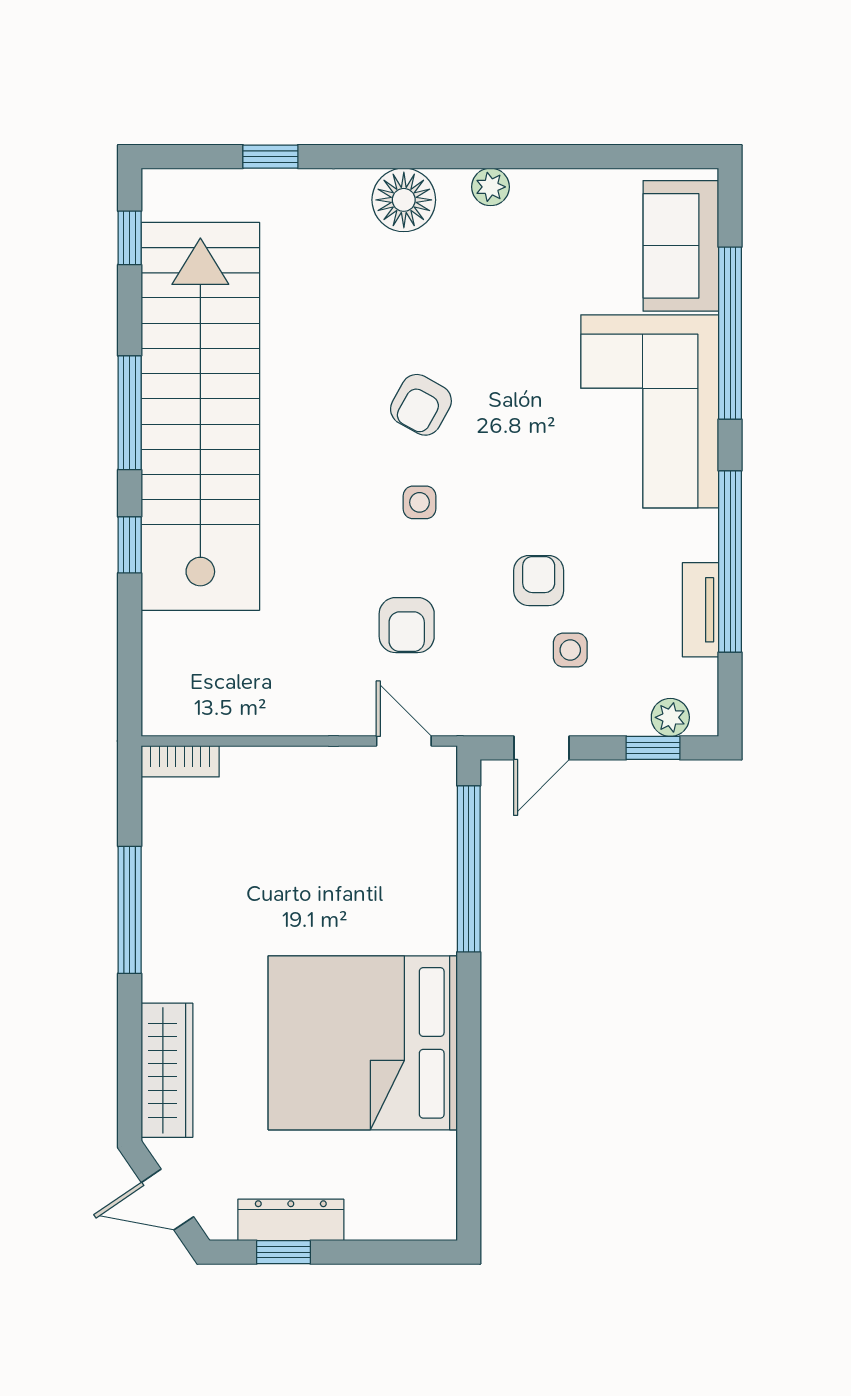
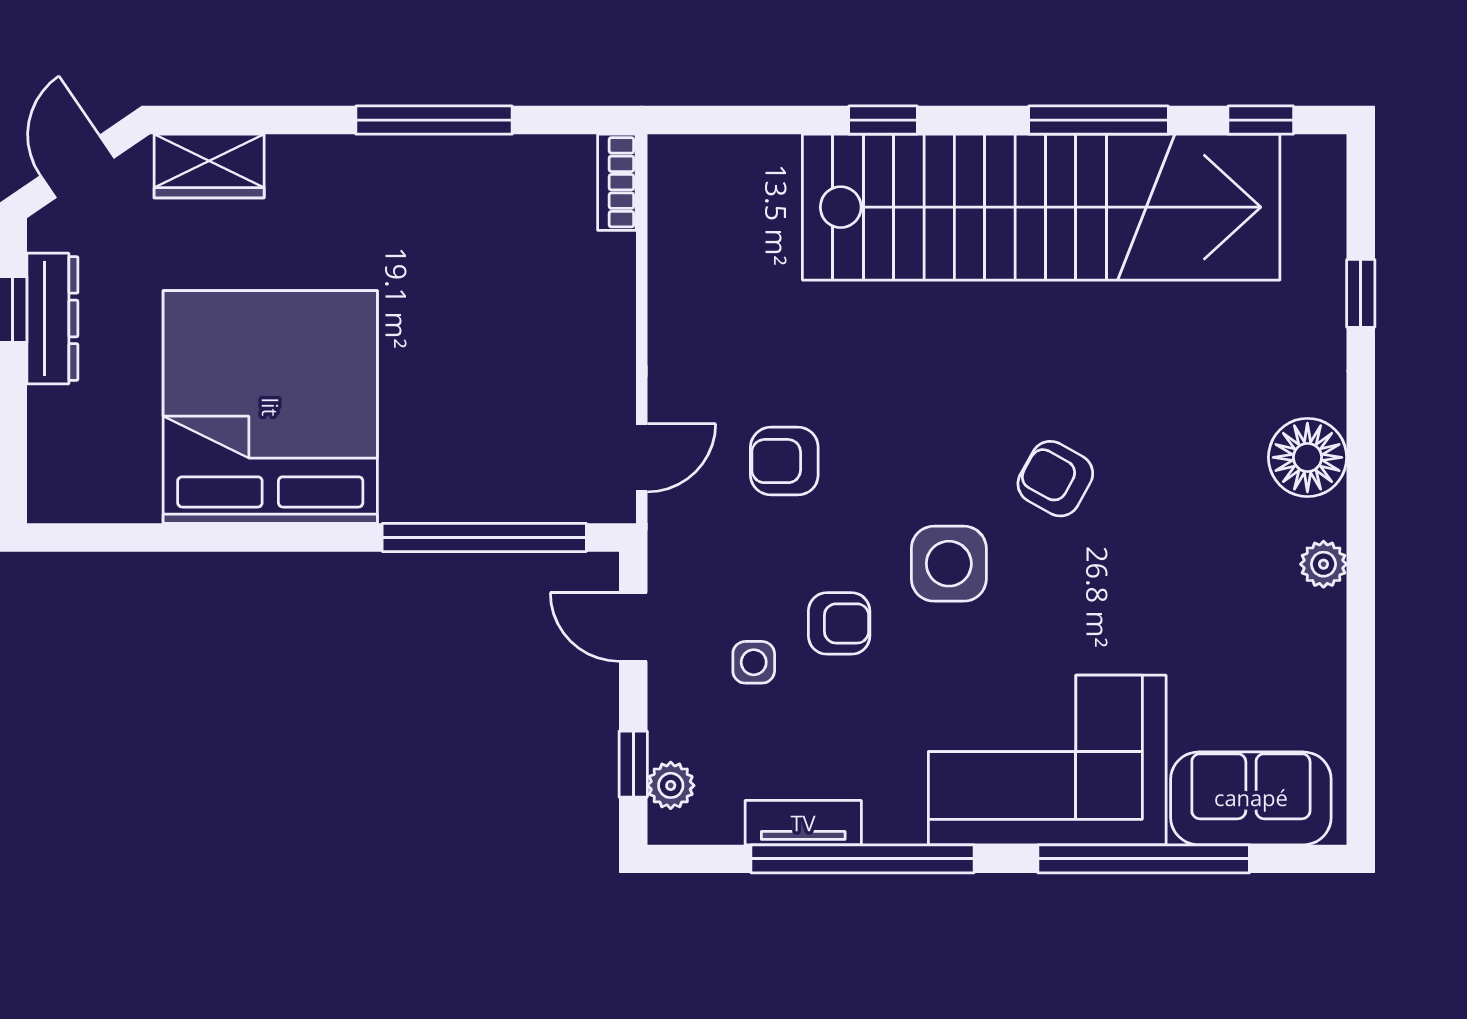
window: (130, 413) -> (1098, 120), moved
side table: (420, 502) -> (949, 564), moved, width x1.87, depth x1.87
wardrobe: (167, 1070) -> (209, 166), width x0.67

